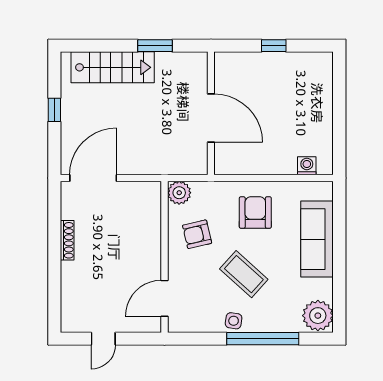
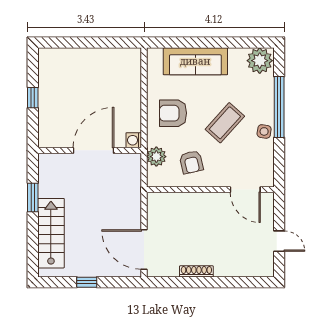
washing machine: (307, 166) -> (134, 140), moved
plant: (179, 193) -> (156, 157), moved

